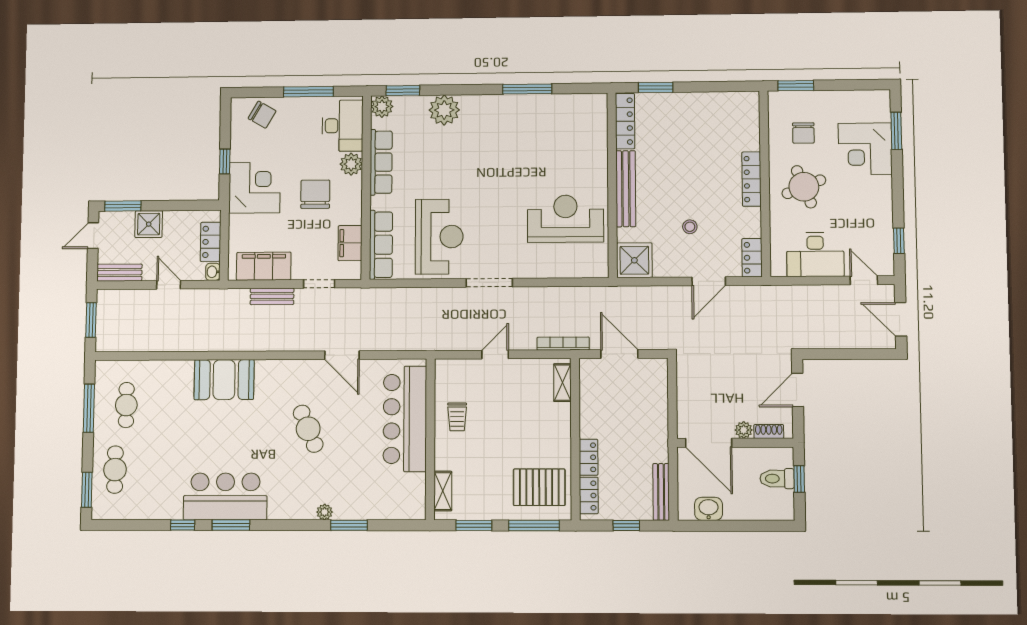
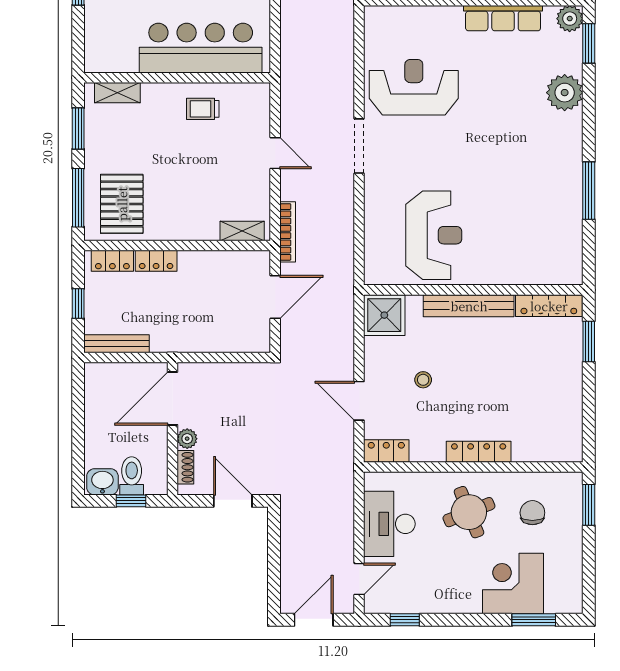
chair: (803, 133) -> (532, 513), turned 90
reception desk: (439, 237) -> (414, 87), turned 180
row of seats: (381, 245) -> (405, 19), removed
washbasin: (709, 509) -> (102, 482), moved, turned -90

